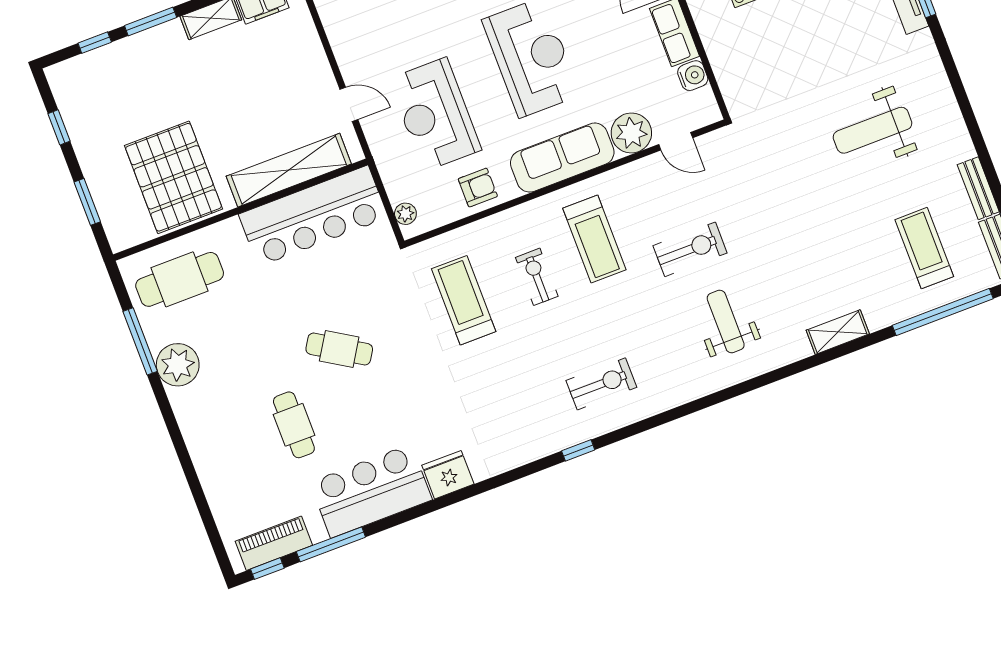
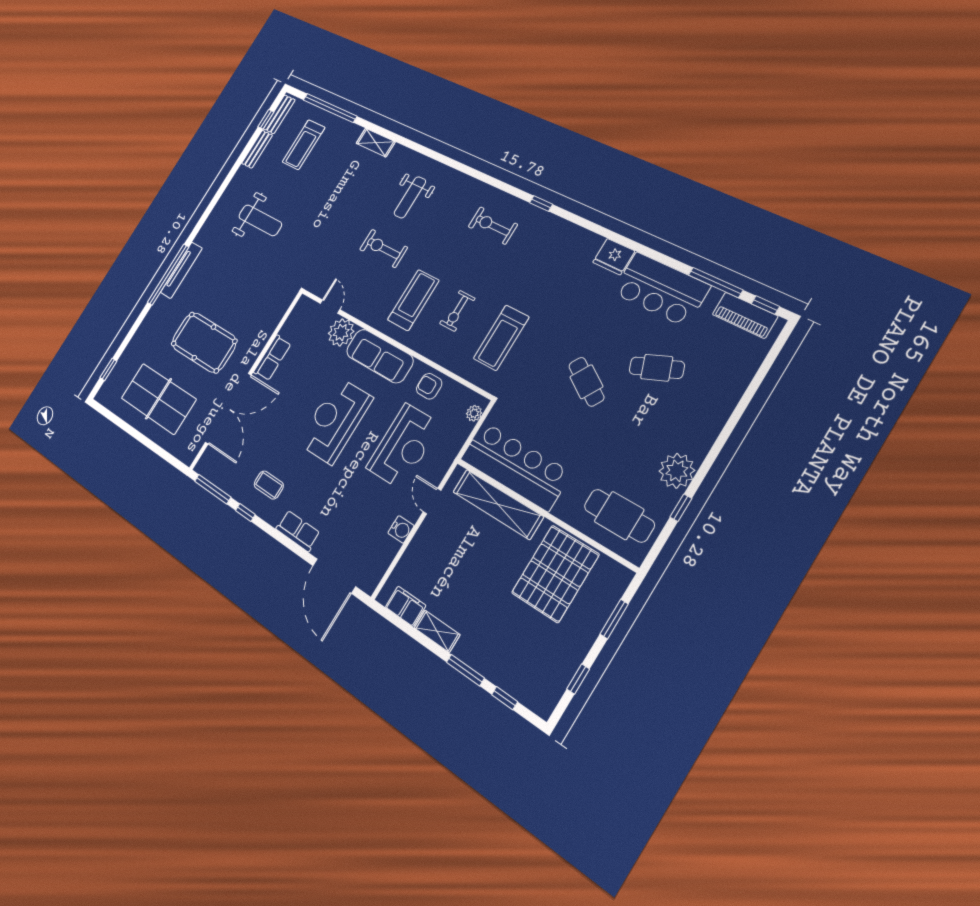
water cooler: (693, 76) -> (401, 529), moved, turned 180
window: (140, 341) -> (681, 508), width x0.46
cafe table: (294, 425) -> (657, 368), turned 69

